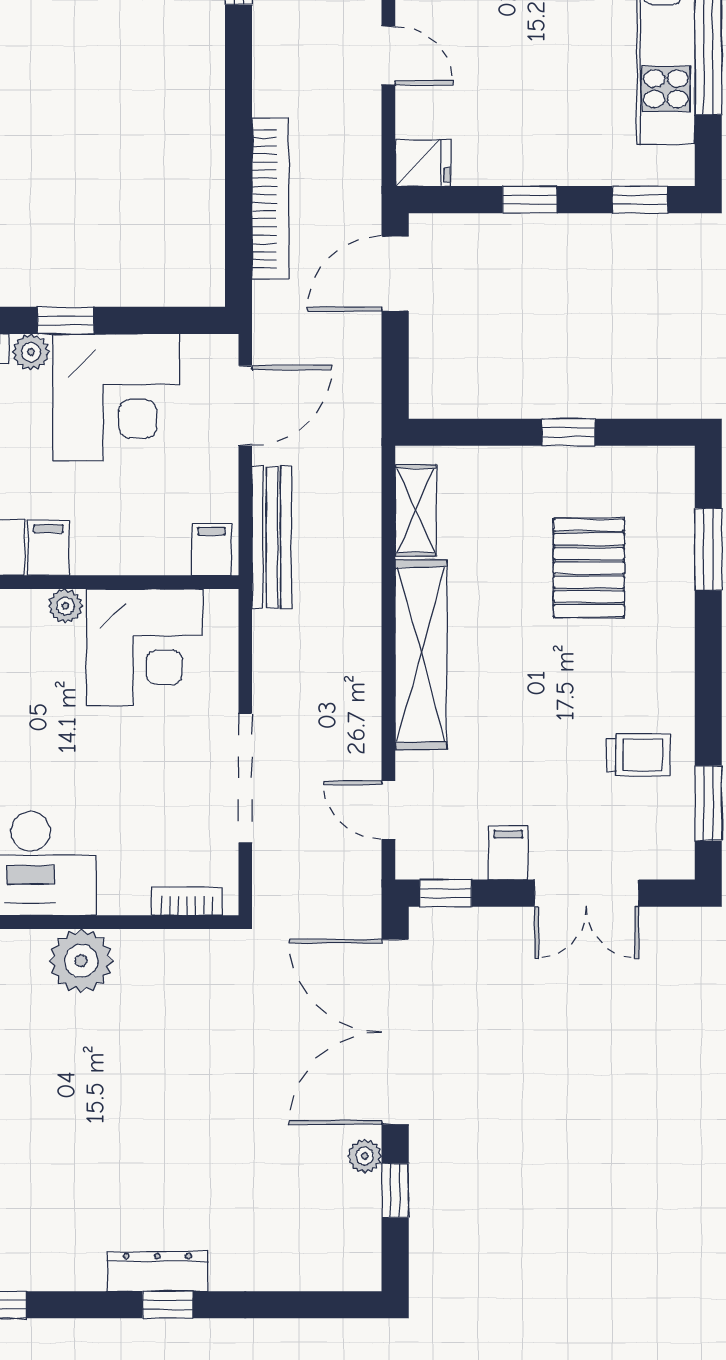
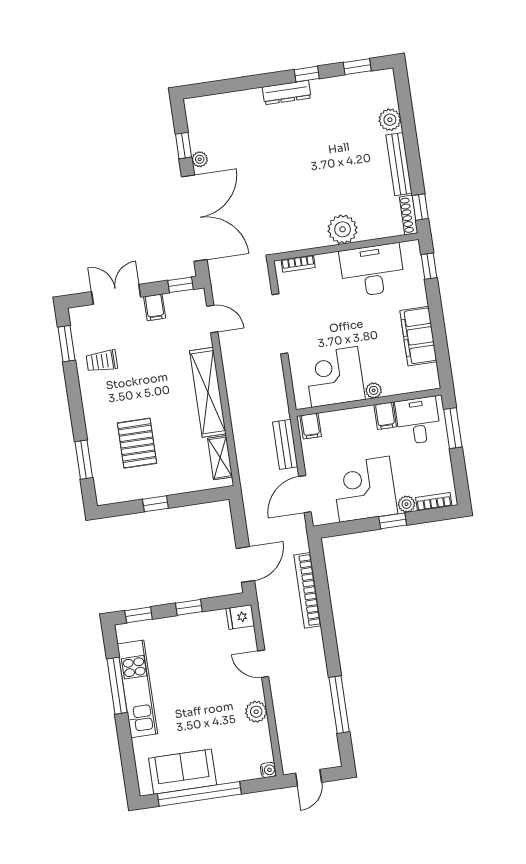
bench: (272, 537) -> (285, 444), width x0.73
window: (168, 1305) -> (307, 74), moved

